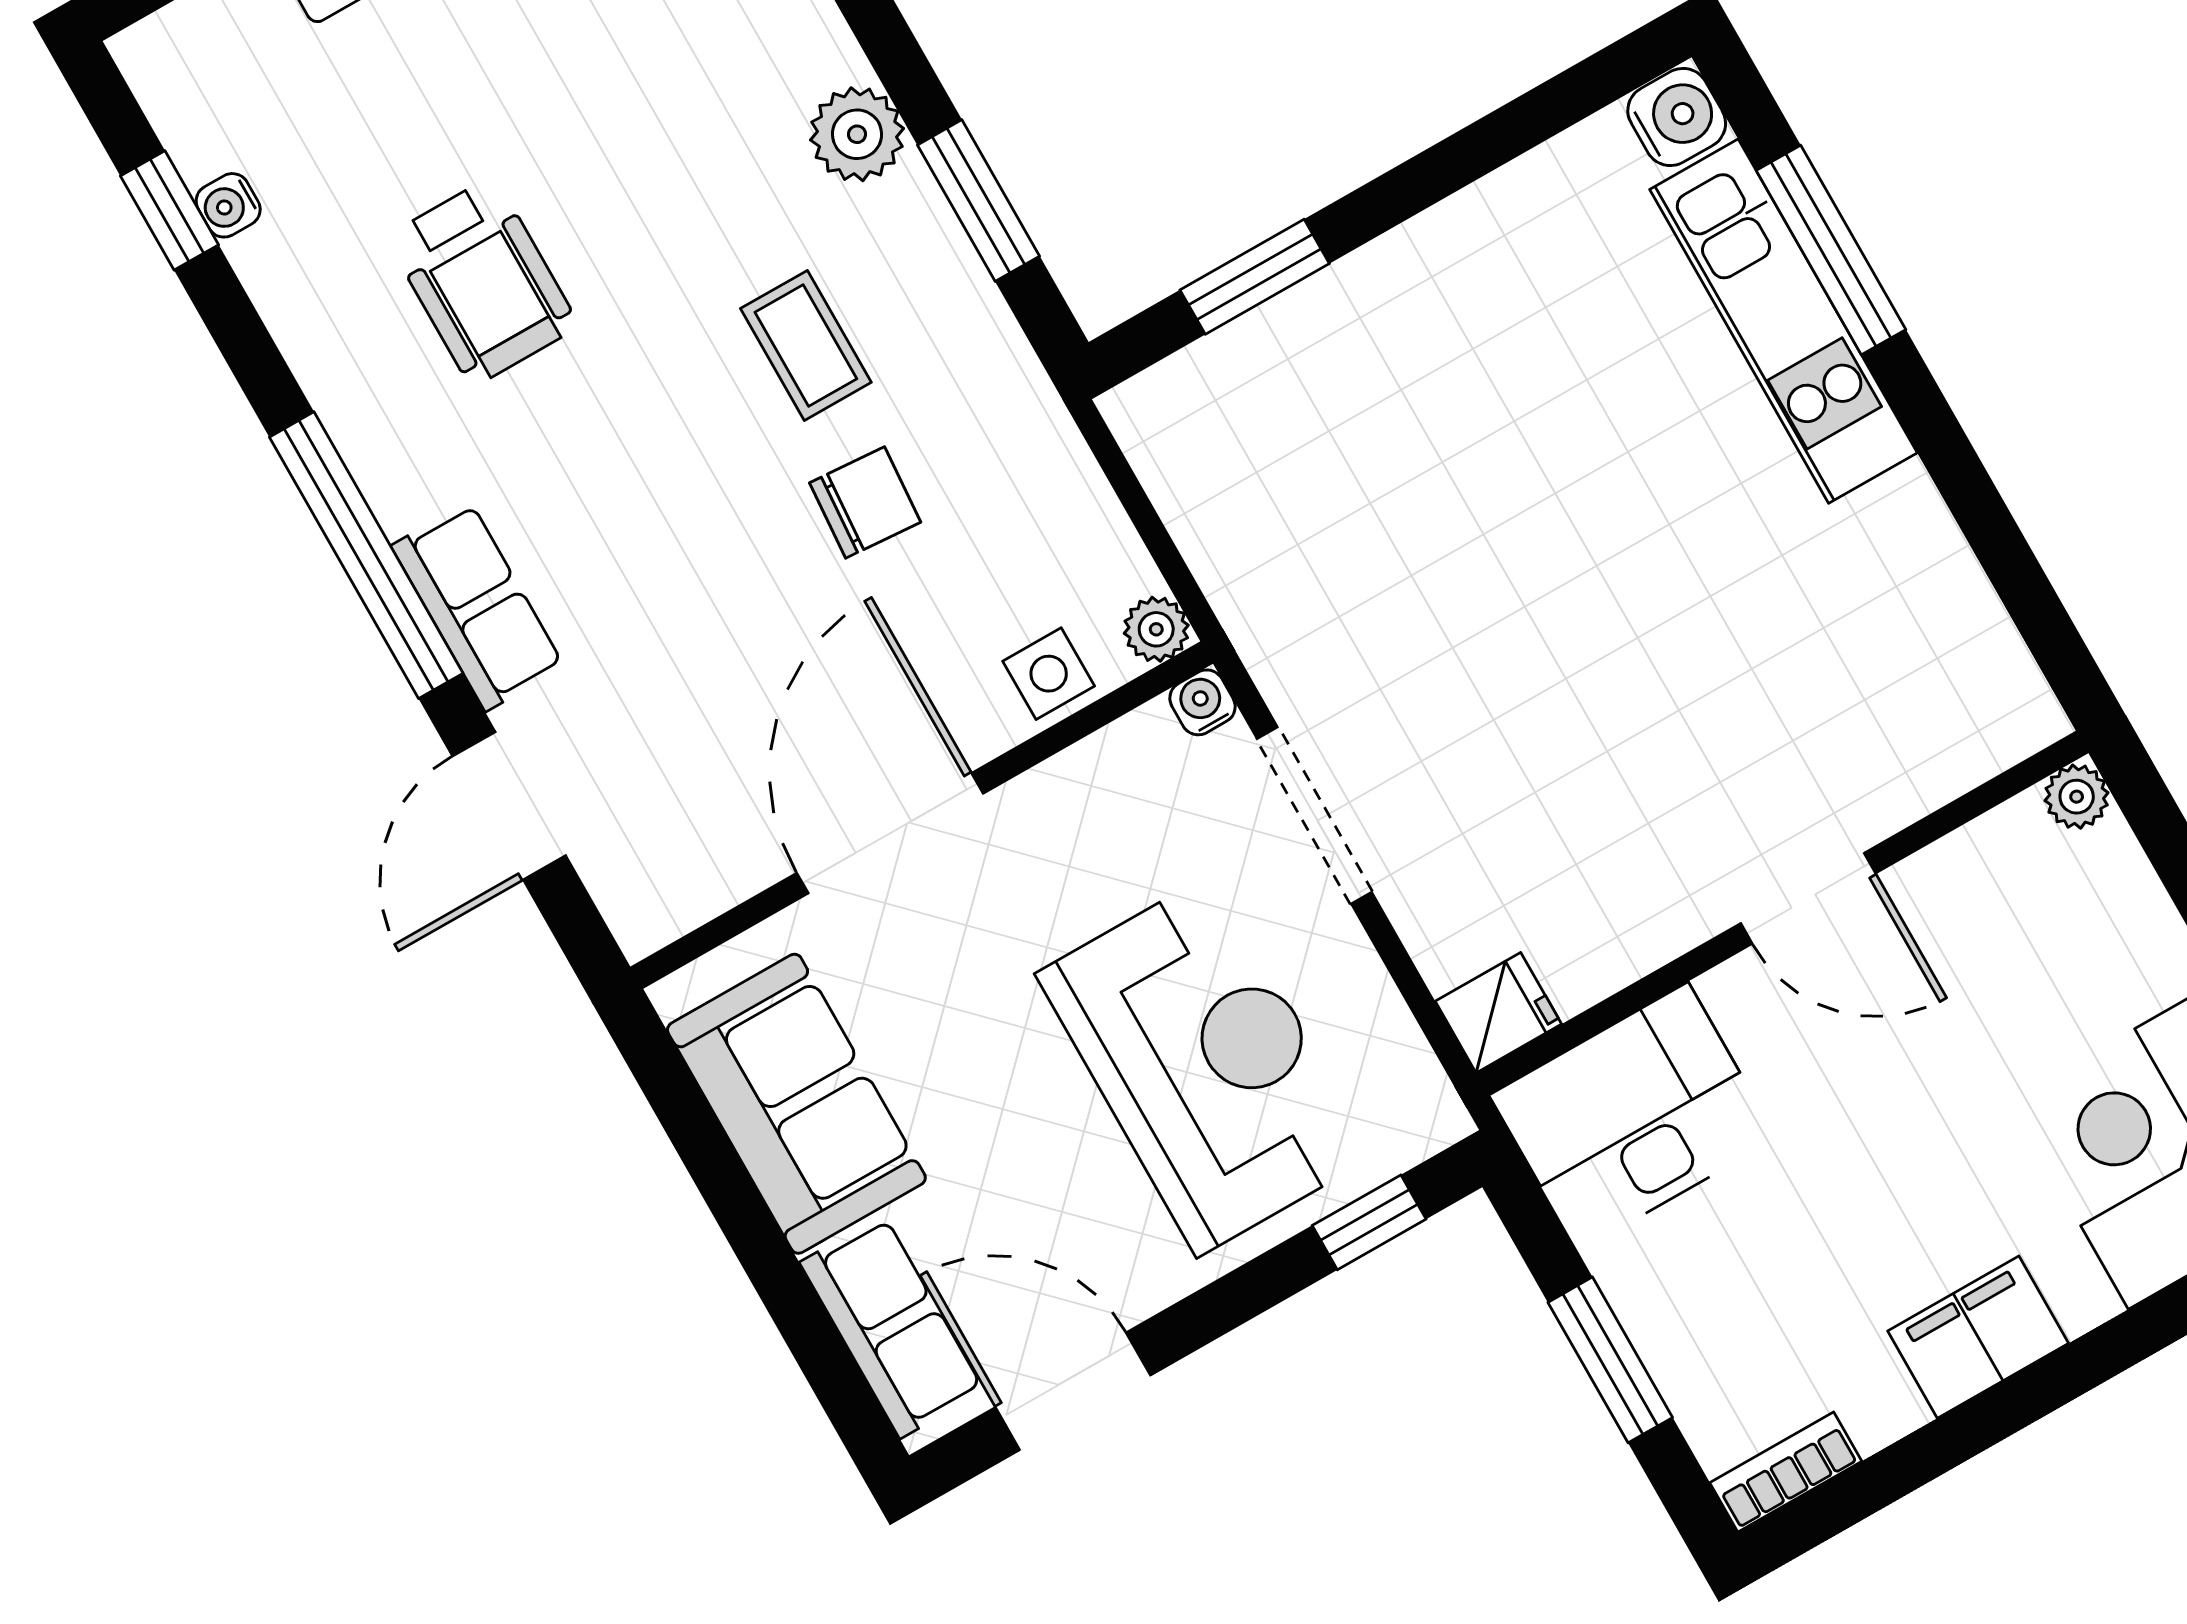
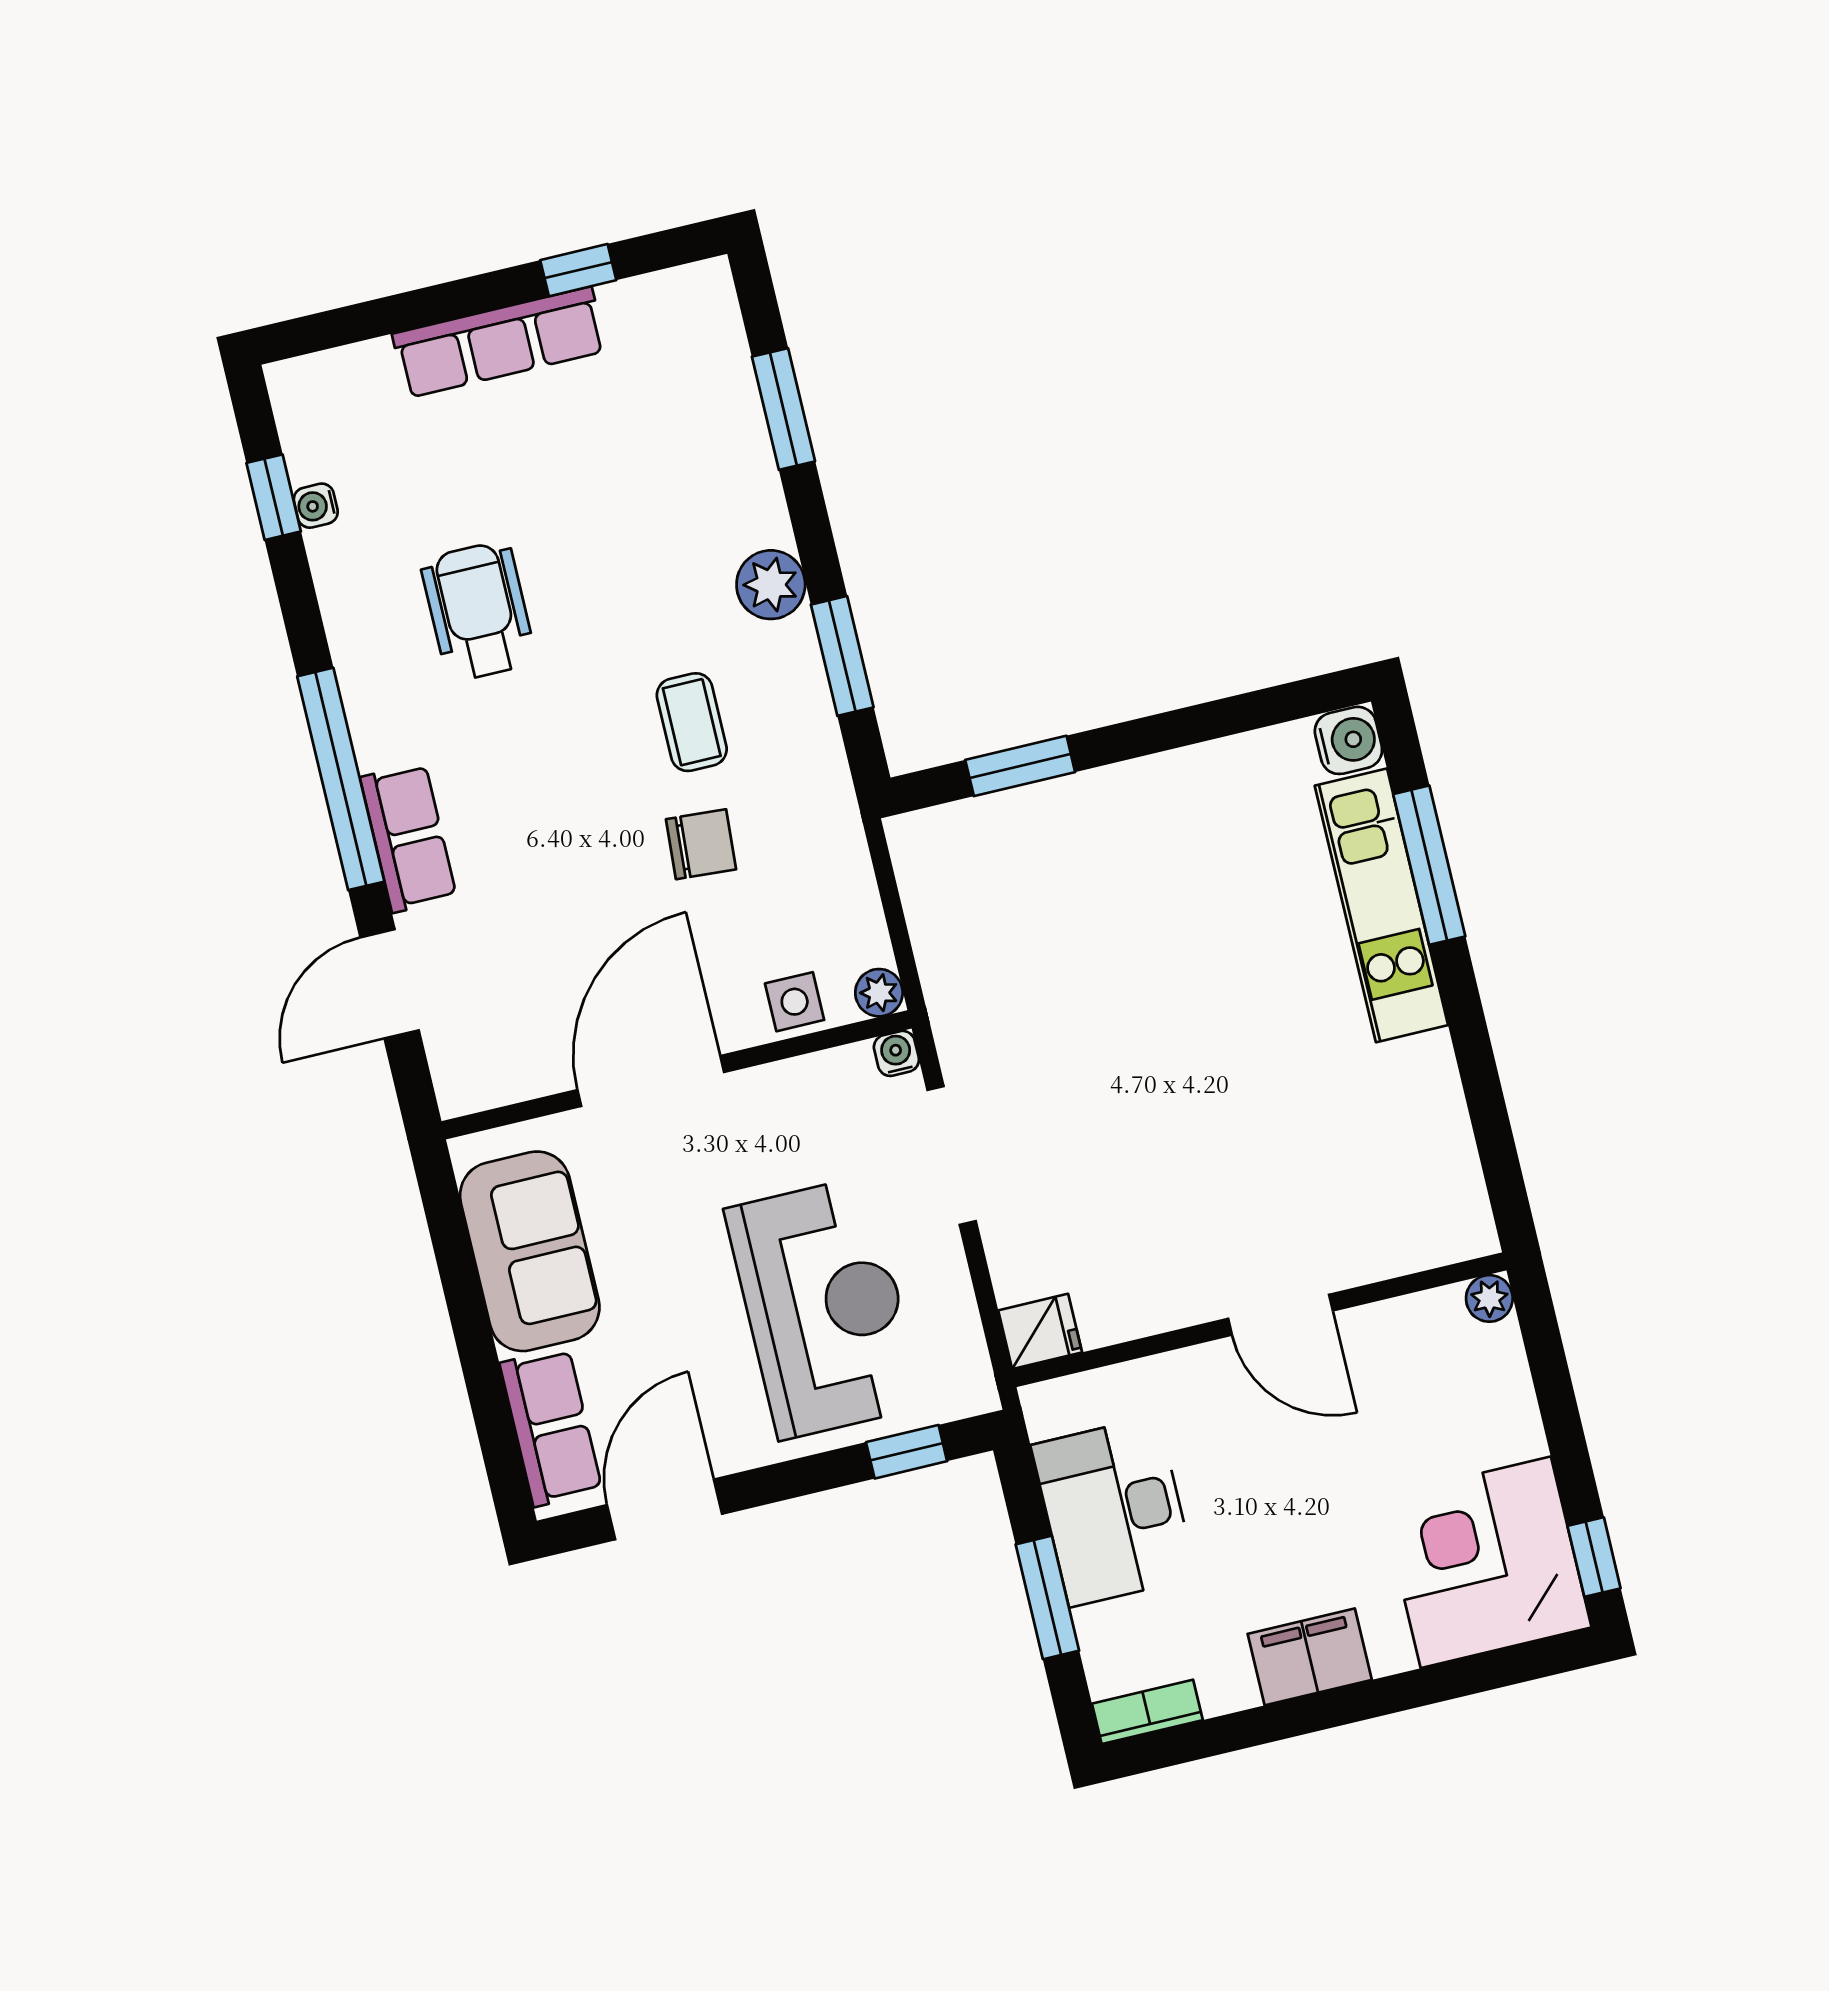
wheelchair: (483, 282) -> (478, 611), turned 180
desk: (1633, 1117) -> (1114, 1511), moved, turned -90
door: (1073, 1391) -> (665, 1509), hinge flipped

